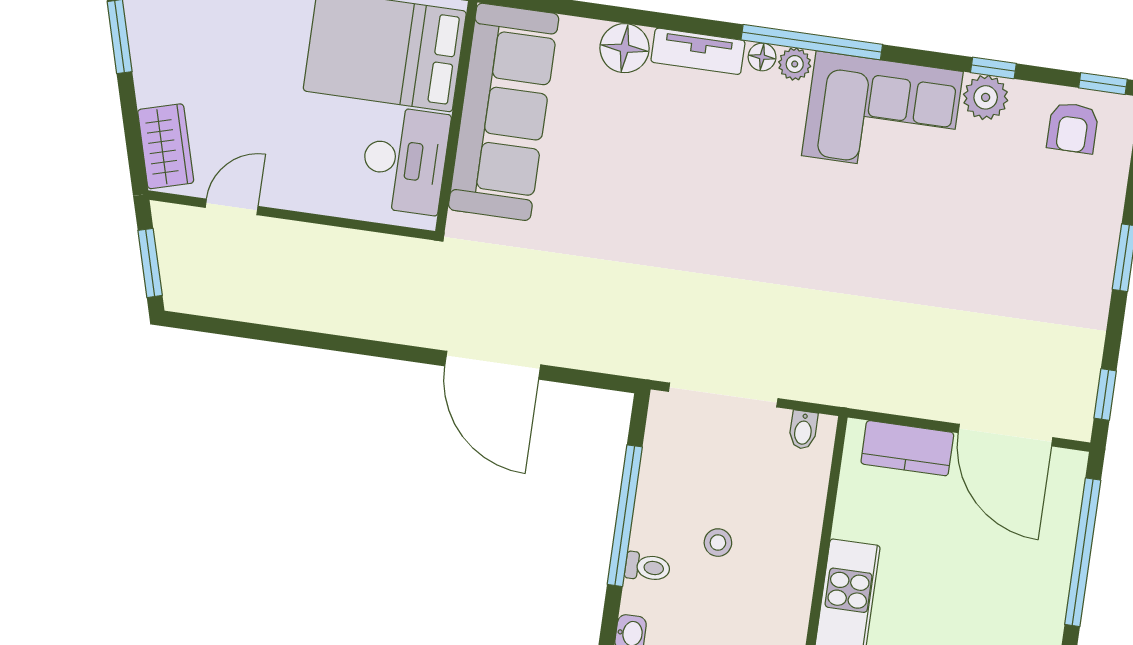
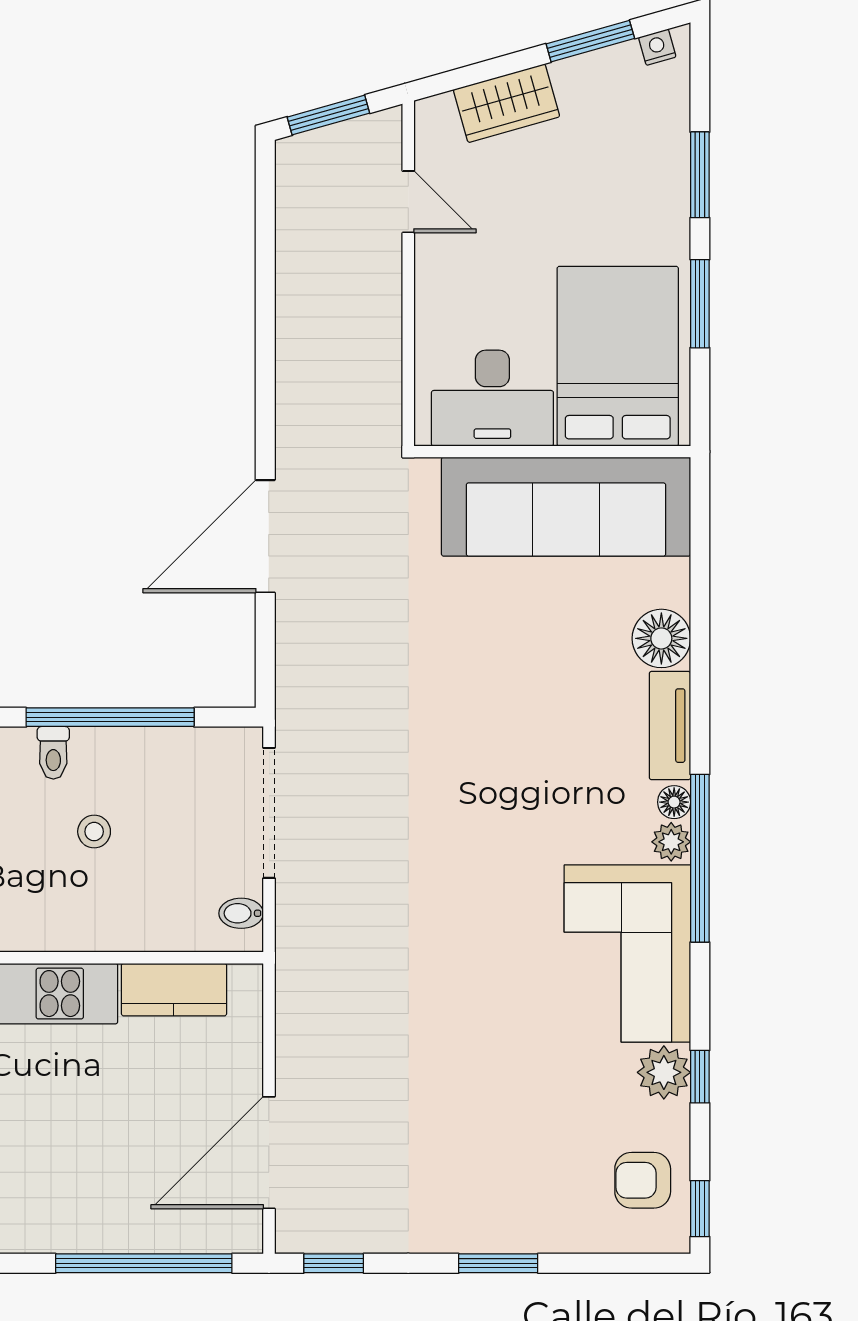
wardrobe: (166, 146) -> (507, 103), moved
kitchen counter: (907, 448) -> (174, 990), moved, turned -90

